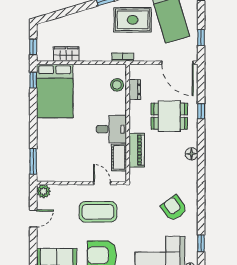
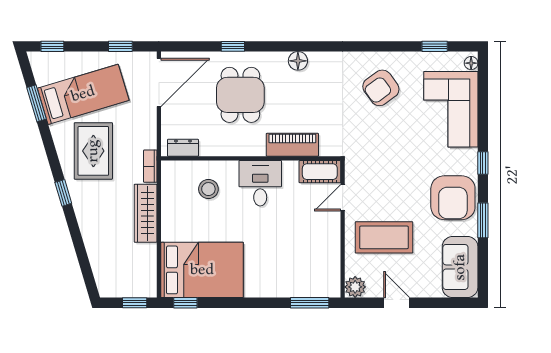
wardrobe: (66, 54) -> (146, 213), moved, width x1.50
stool: (117, 85) -> (208, 189), moved
dresser: (135, 89) -> (183, 148), moved
cot: (119, 158) -> (320, 172), moved
coffee table: (98, 212) -> (384, 237), moved, turned 90

